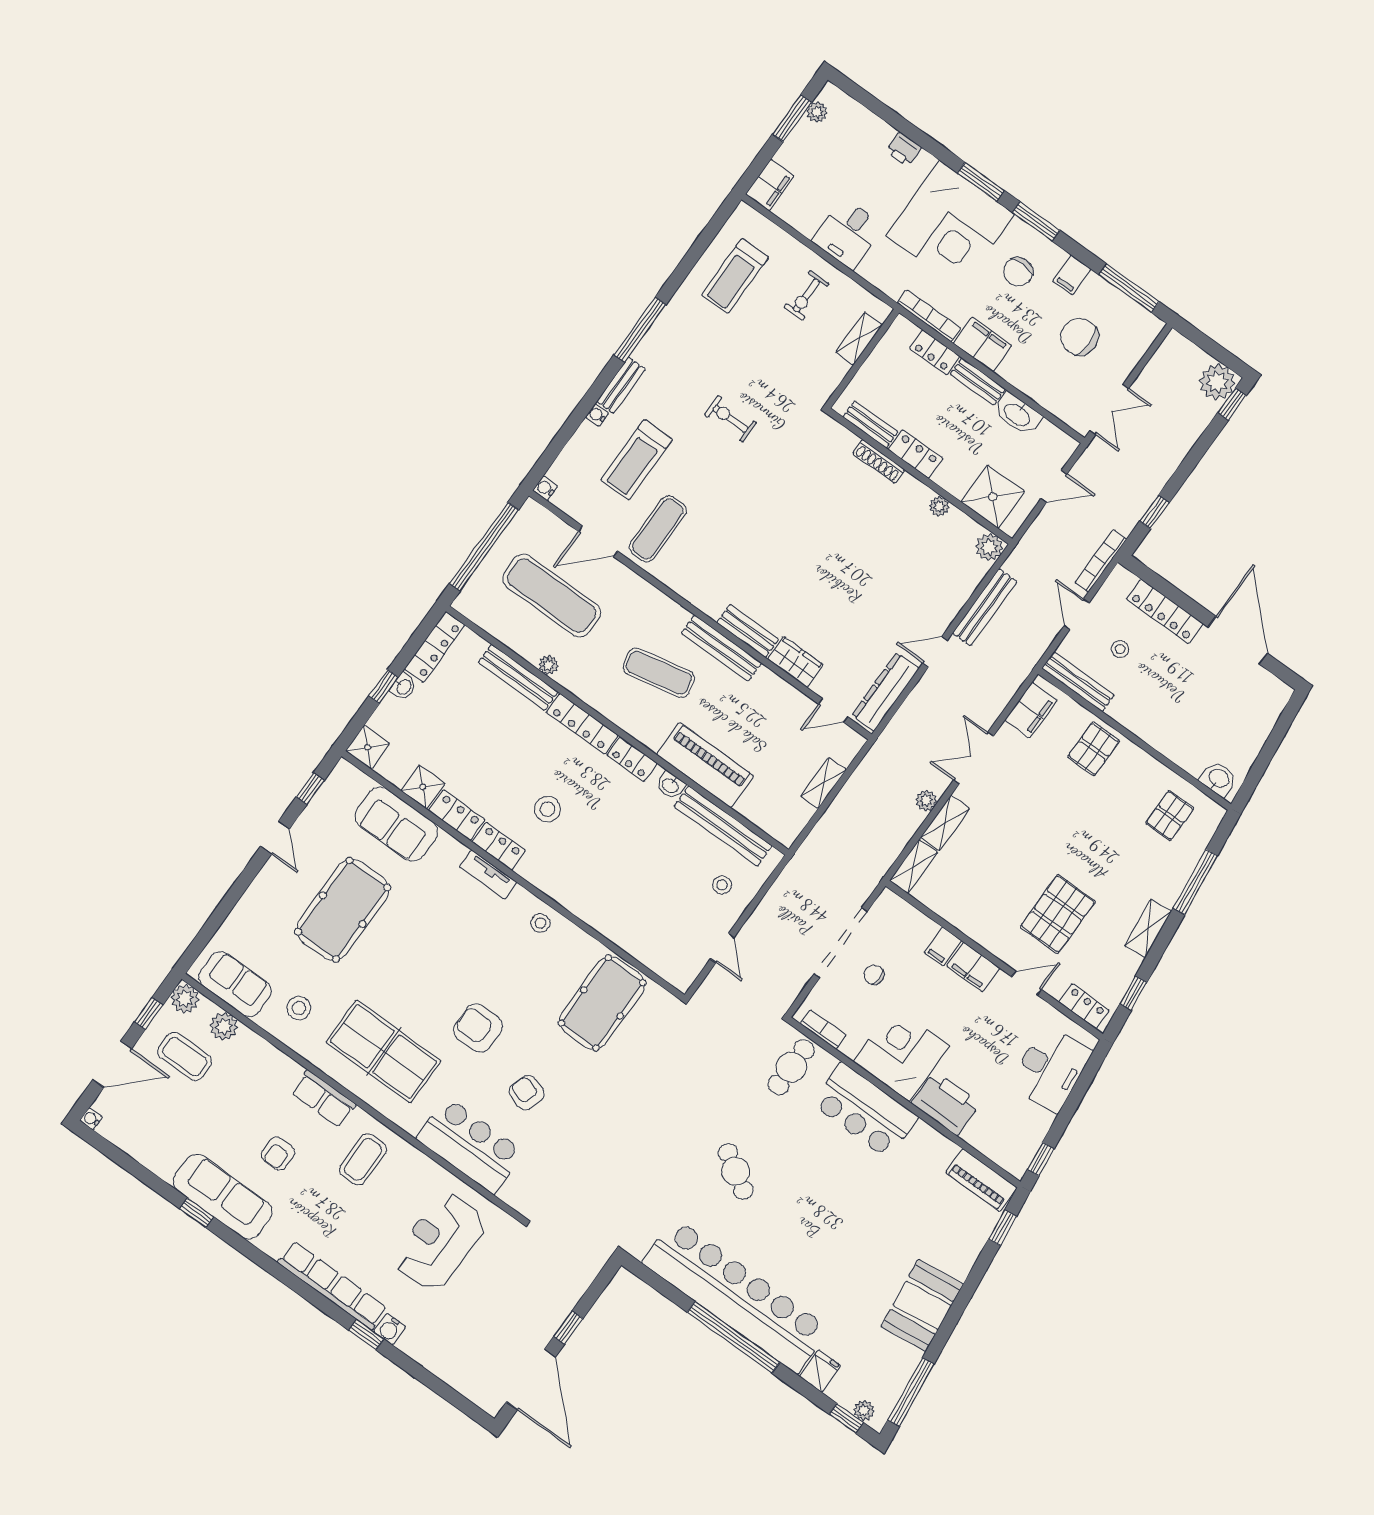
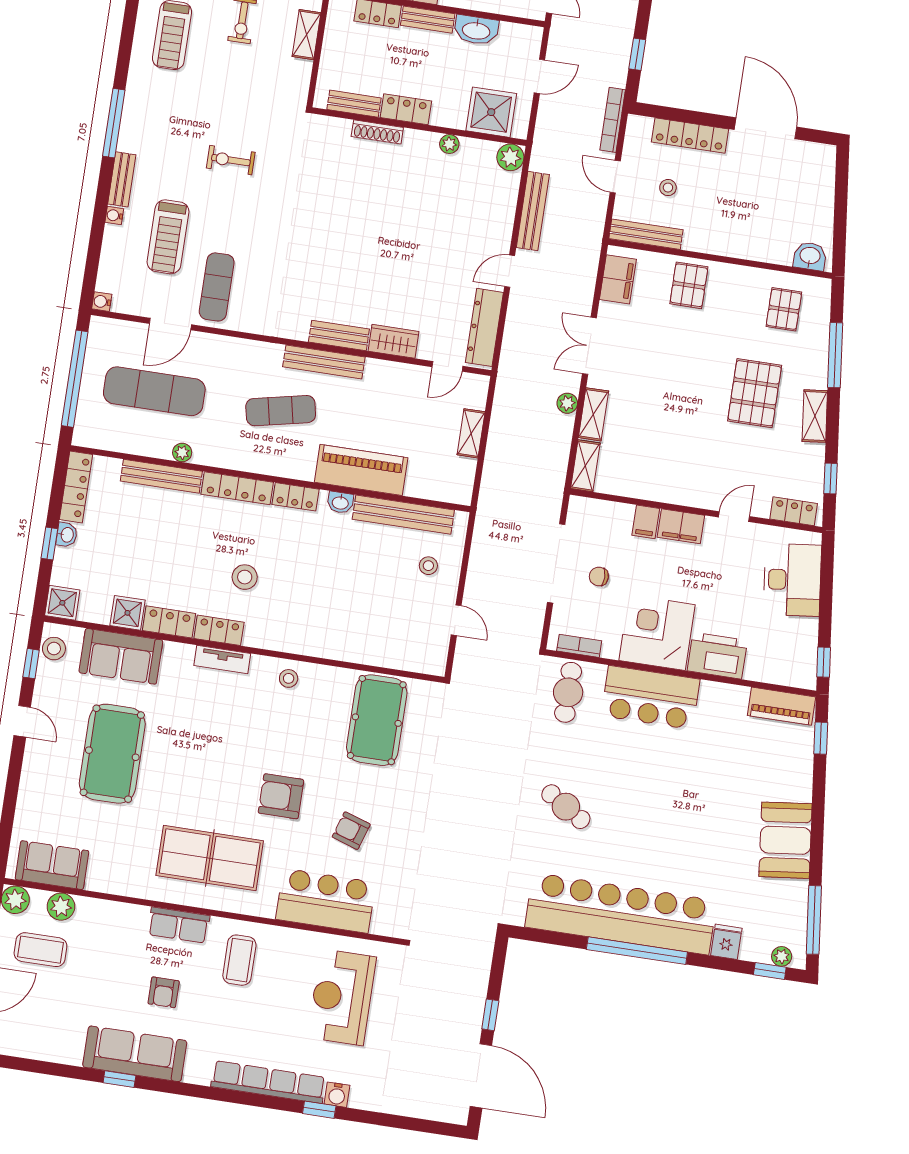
pallet: (1058, 914) -> (755, 393), moved
stool: (299, 1008) -> (54, 649), moved

